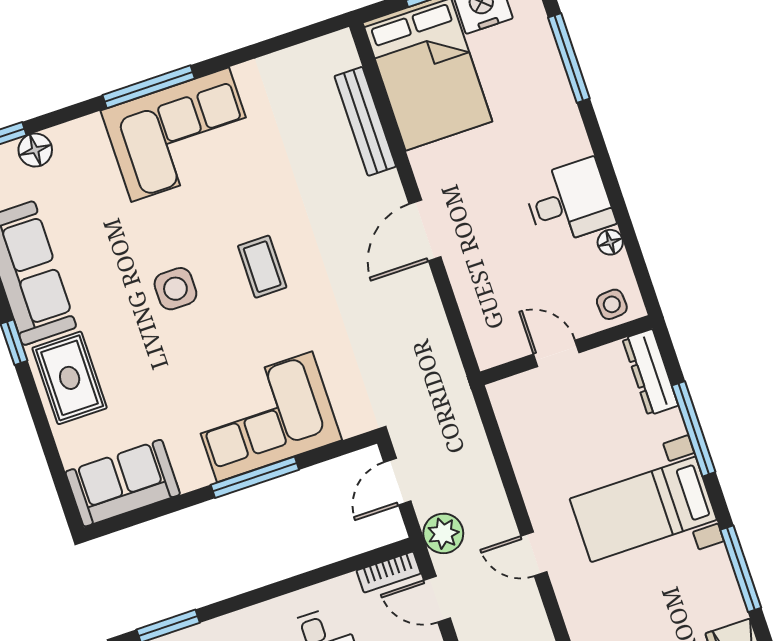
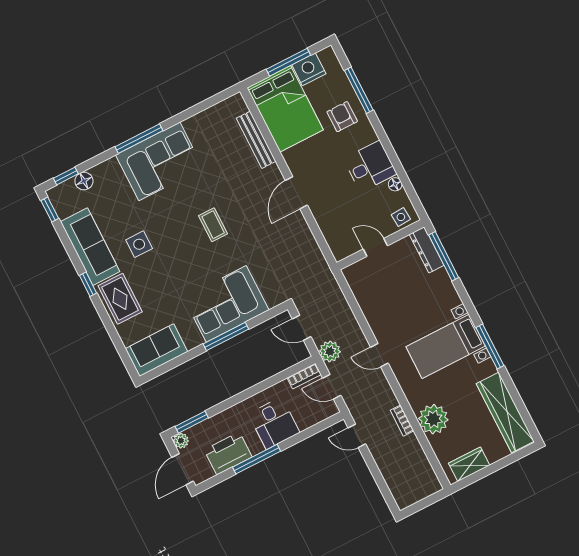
armchair: (531, 102) -> (342, 117), added
side table: (175, 289) -> (139, 244), moved
window: (694, 429) -> (444, 256), moved
door: (397, 482) -> (302, 328), hinge flipped
bed with nightstands: (643, 509) -> (446, 346), moved

